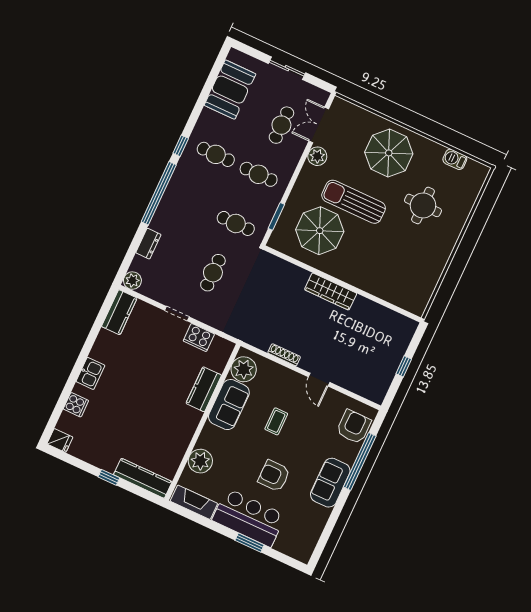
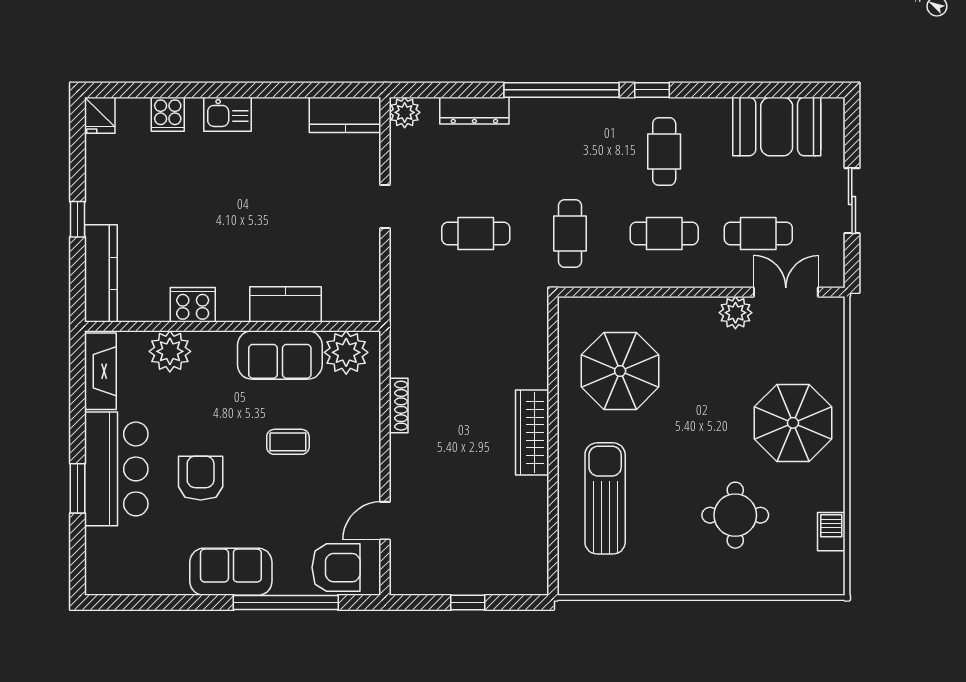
cafe table: (259, 174) -> (664, 234), turned 90
sun lounger: (354, 202) -> (605, 498), moved
window: (276, 216) -> (611, 292), removed
dresser: (148, 244) -> (474, 111), width x1.44
cooker: (199, 338) -> (193, 305), moved, turned 90
door: (319, 380) -> (385, 521), moved

